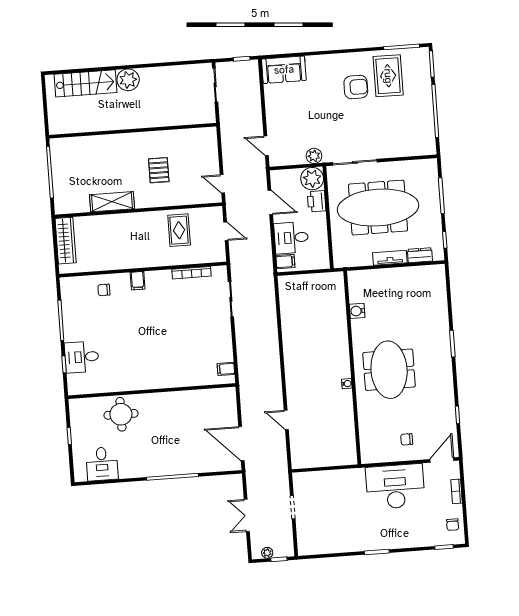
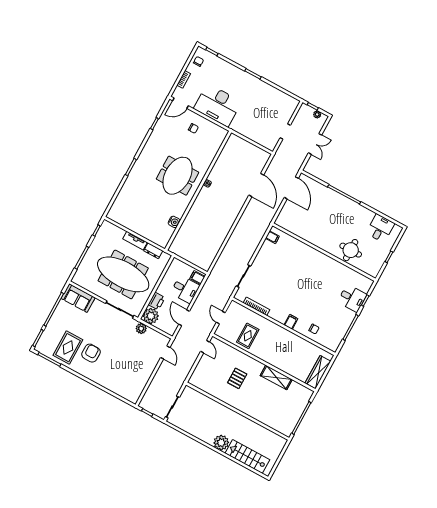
sofa: (284, 70) -> (78, 298), moved, turned 180
armchair: (356, 87) -> (91, 353), turned 90
dresser: (420, 255) -> (153, 251), moved
door: (286, 420) -> (256, 185), width x1.88

